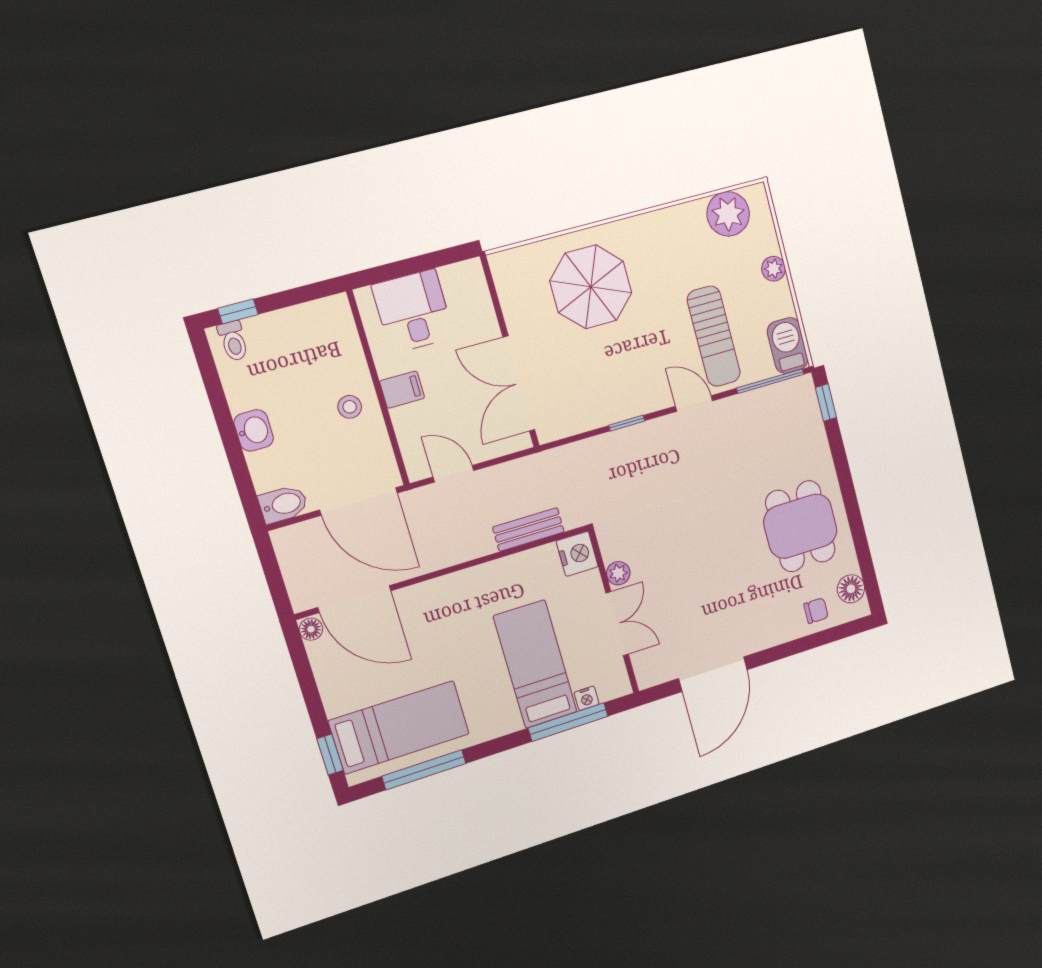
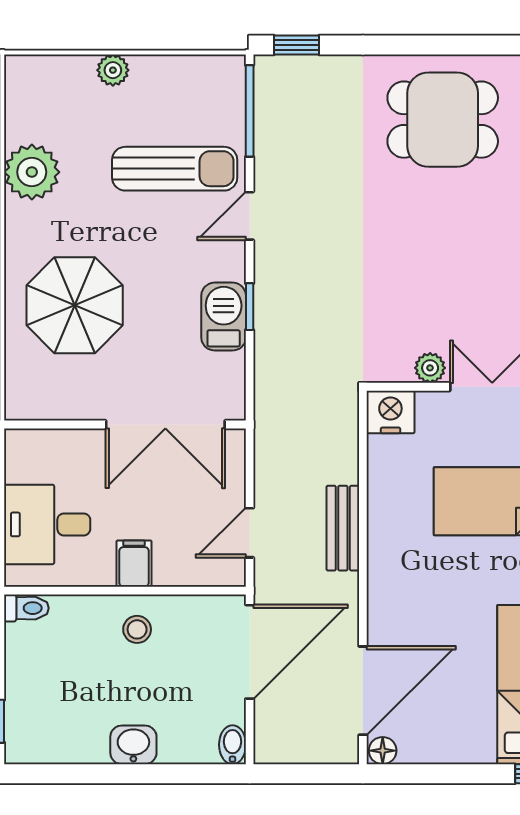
plant: (728, 214) -> (32, 172), moved
toilet: (233, 341) -> (26, 608), moved
barbecue: (788, 345) -> (224, 317), moved, turned 90
bidet: (283, 504) -> (232, 745), width x0.72, depth x0.74
bench: (528, 529) -> (343, 528), moved

